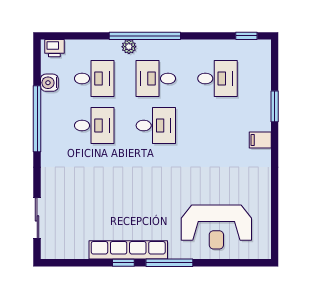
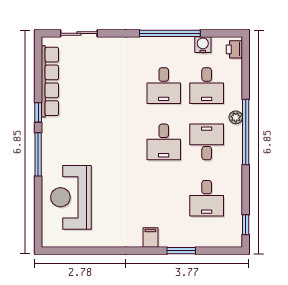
row of seats: (128, 250) -> (50, 81), moved

